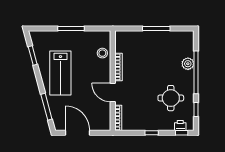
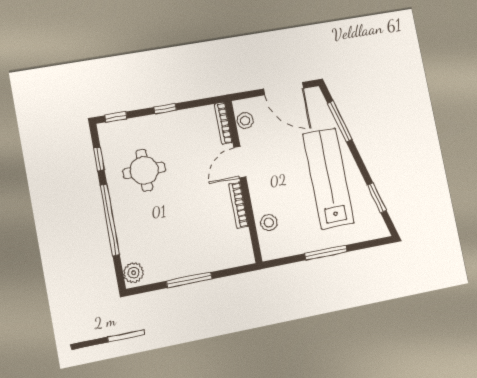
plant: (188, 64) -> (134, 273), moved
lab bench: (60, 73) -> (329, 178), width x1.36
door: (113, 93) -> (240, 162), swing flipped
stool: (105, 117) -> (245, 121), added
printer: (180, 126) -> (120, 128), removed

